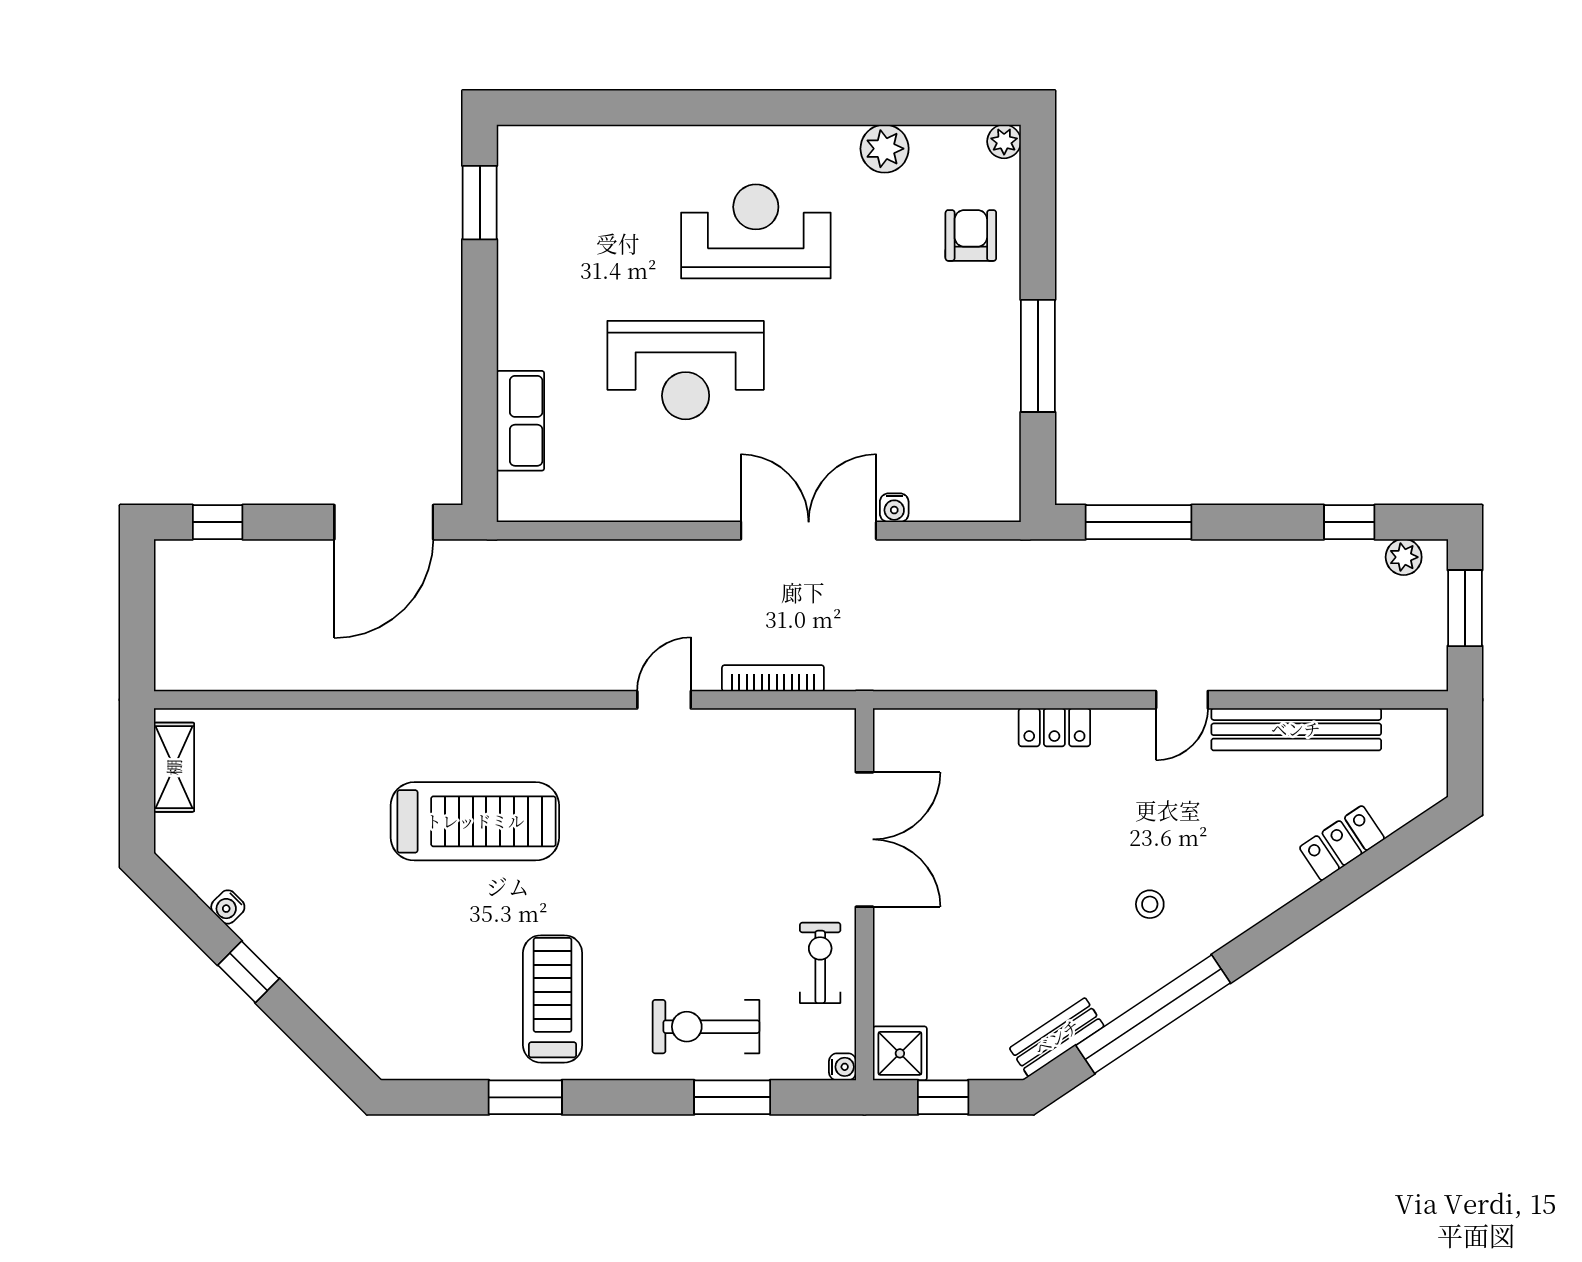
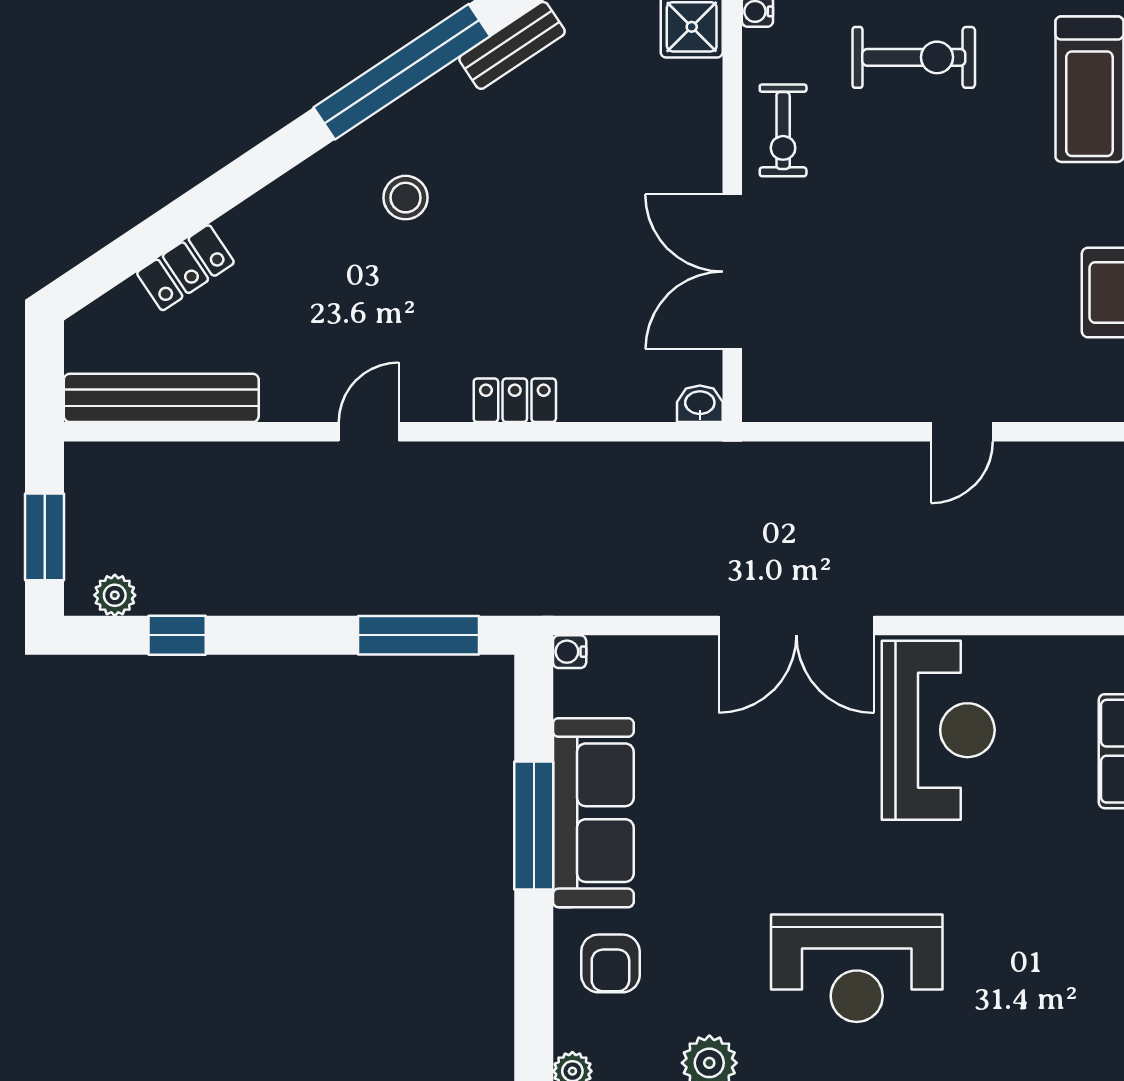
sofa: (986, 367) -> (593, 813), added
reception desk: (686, 370) -> (938, 730), moved, turned 90
water cooler: (894, 508) -> (570, 652), moved, turned -90
bookcase: (773, 678) -> (837, 456), removed
washbasin: (893, 724) -> (700, 404), added
bench: (1296, 729) -> (161, 398), moved
stool: (1150, 904) -> (406, 198), width x1.37, depth x1.37

